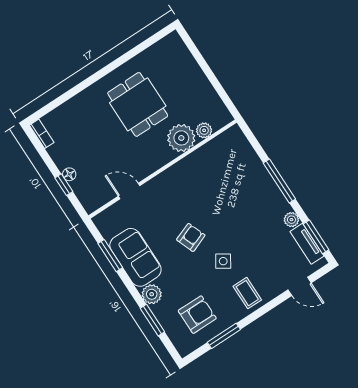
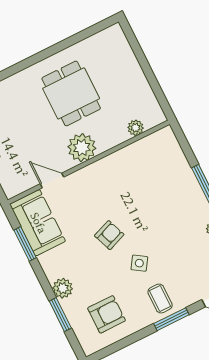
plant: (181, 138) -> (82, 148), moved
sofa: (135, 257) -> (38, 223), moved
window: (224, 336) -> (171, 319), moved

